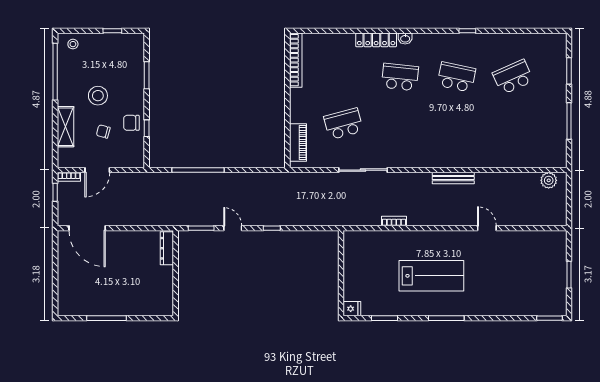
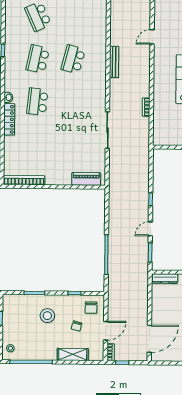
stool: (98, 96) -> (47, 316), moved
chair: (131, 123) -> (91, 308), moved
school desk: (343, 124) -> (73, 59), moved, turned 30
door: (97, 170) -> (106, 331), hinge flipped

